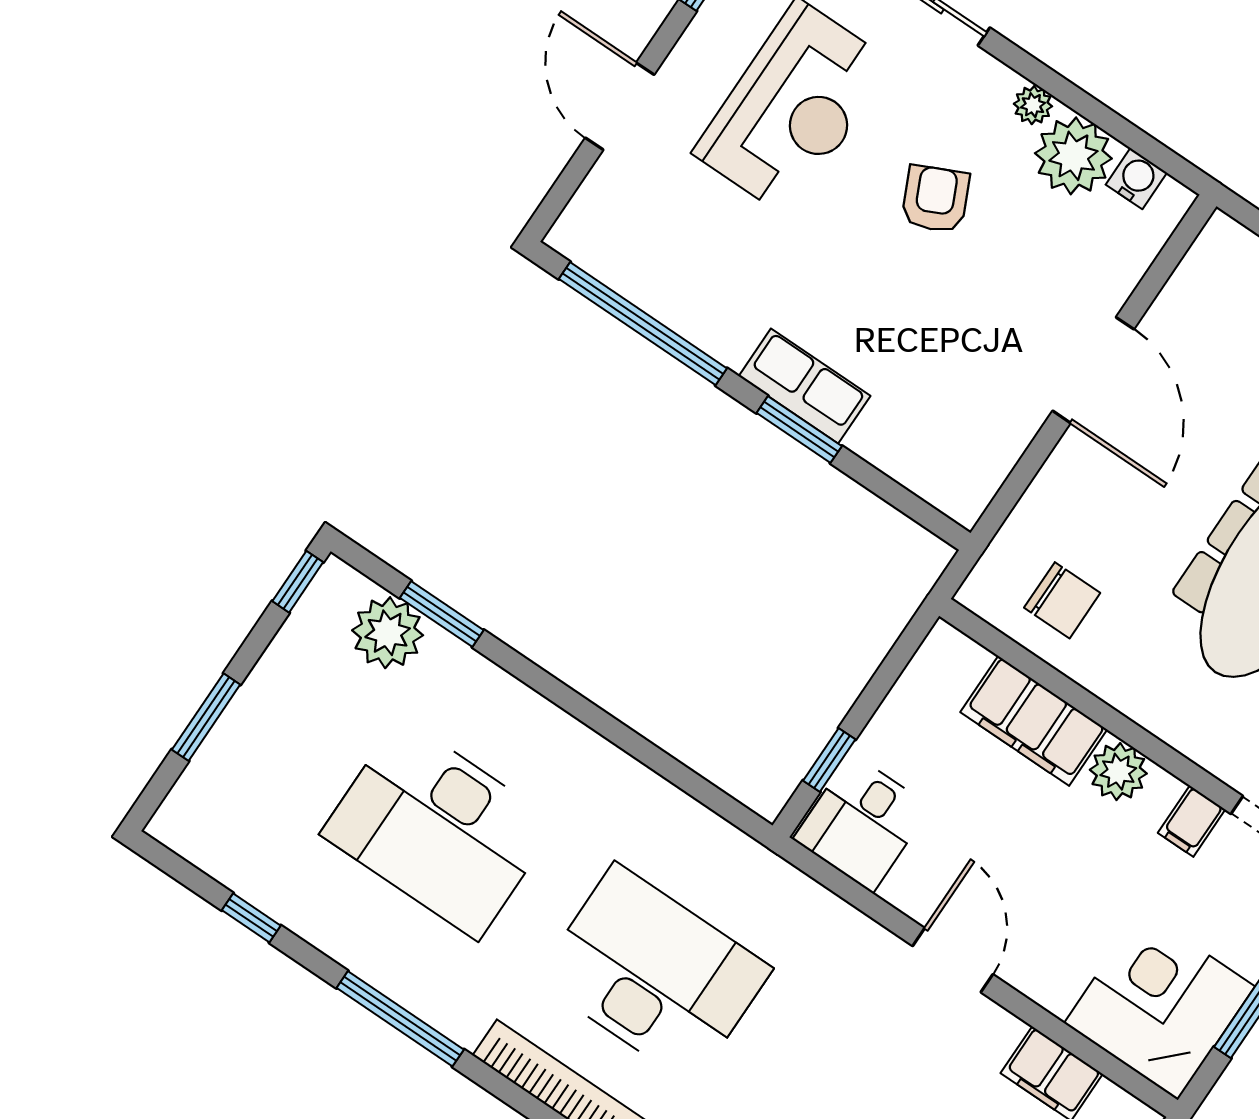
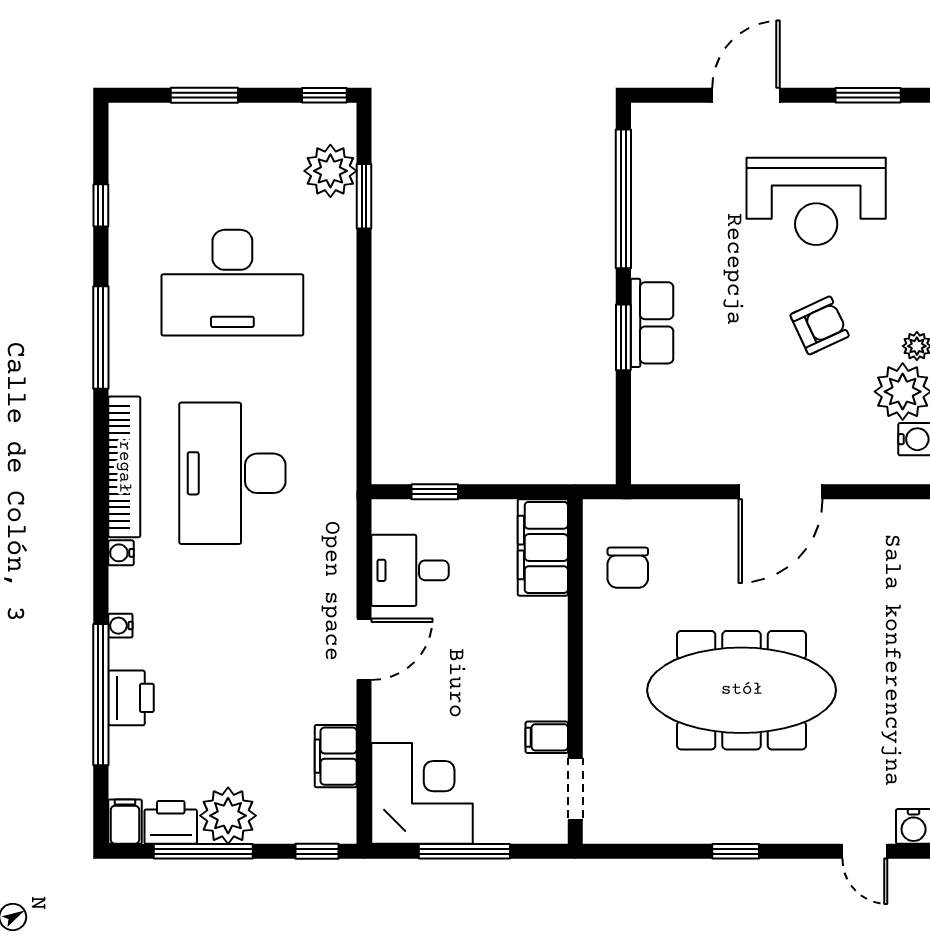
filing cabinet: (1034, 721) -> (543, 547), moved
plant: (1118, 772) -> (547, 672), removed
desk: (862, 823) -> (410, 570), moved
desk: (439, 829) -> (232, 283), turned -90
desk: (654, 974) -> (232, 473), turned 180

